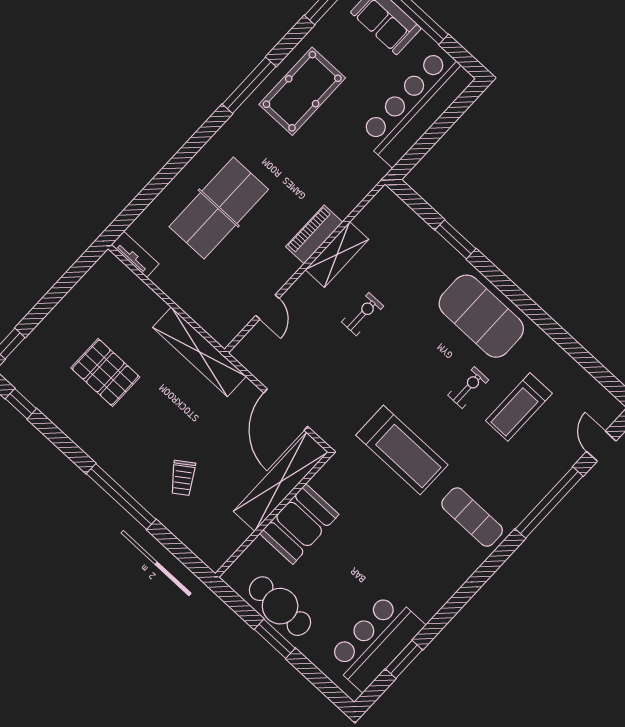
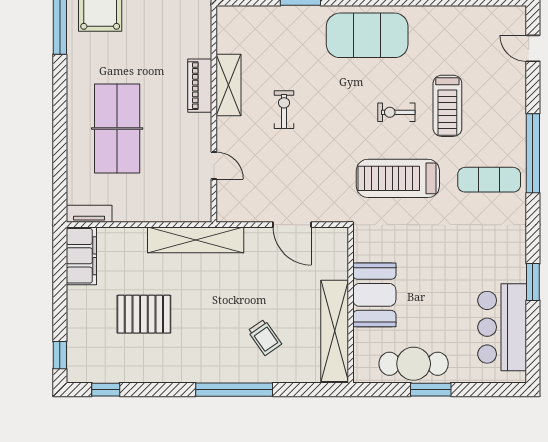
filing cabinet: (99, 282) -> (81, 256), added
exercise bike: (468, 388) -> (396, 112), moved, turned -90
treadmill: (519, 407) -> (447, 106), moved
door: (286, 410) -> (292, 225), width x0.73
treadmill: (402, 450) -> (398, 178), turned 180
shelving: (281, 482) -> (335, 331), moved
window: (549, 502) -> (533, 153), moved
window: (404, 659) -> (533, 282), moved

